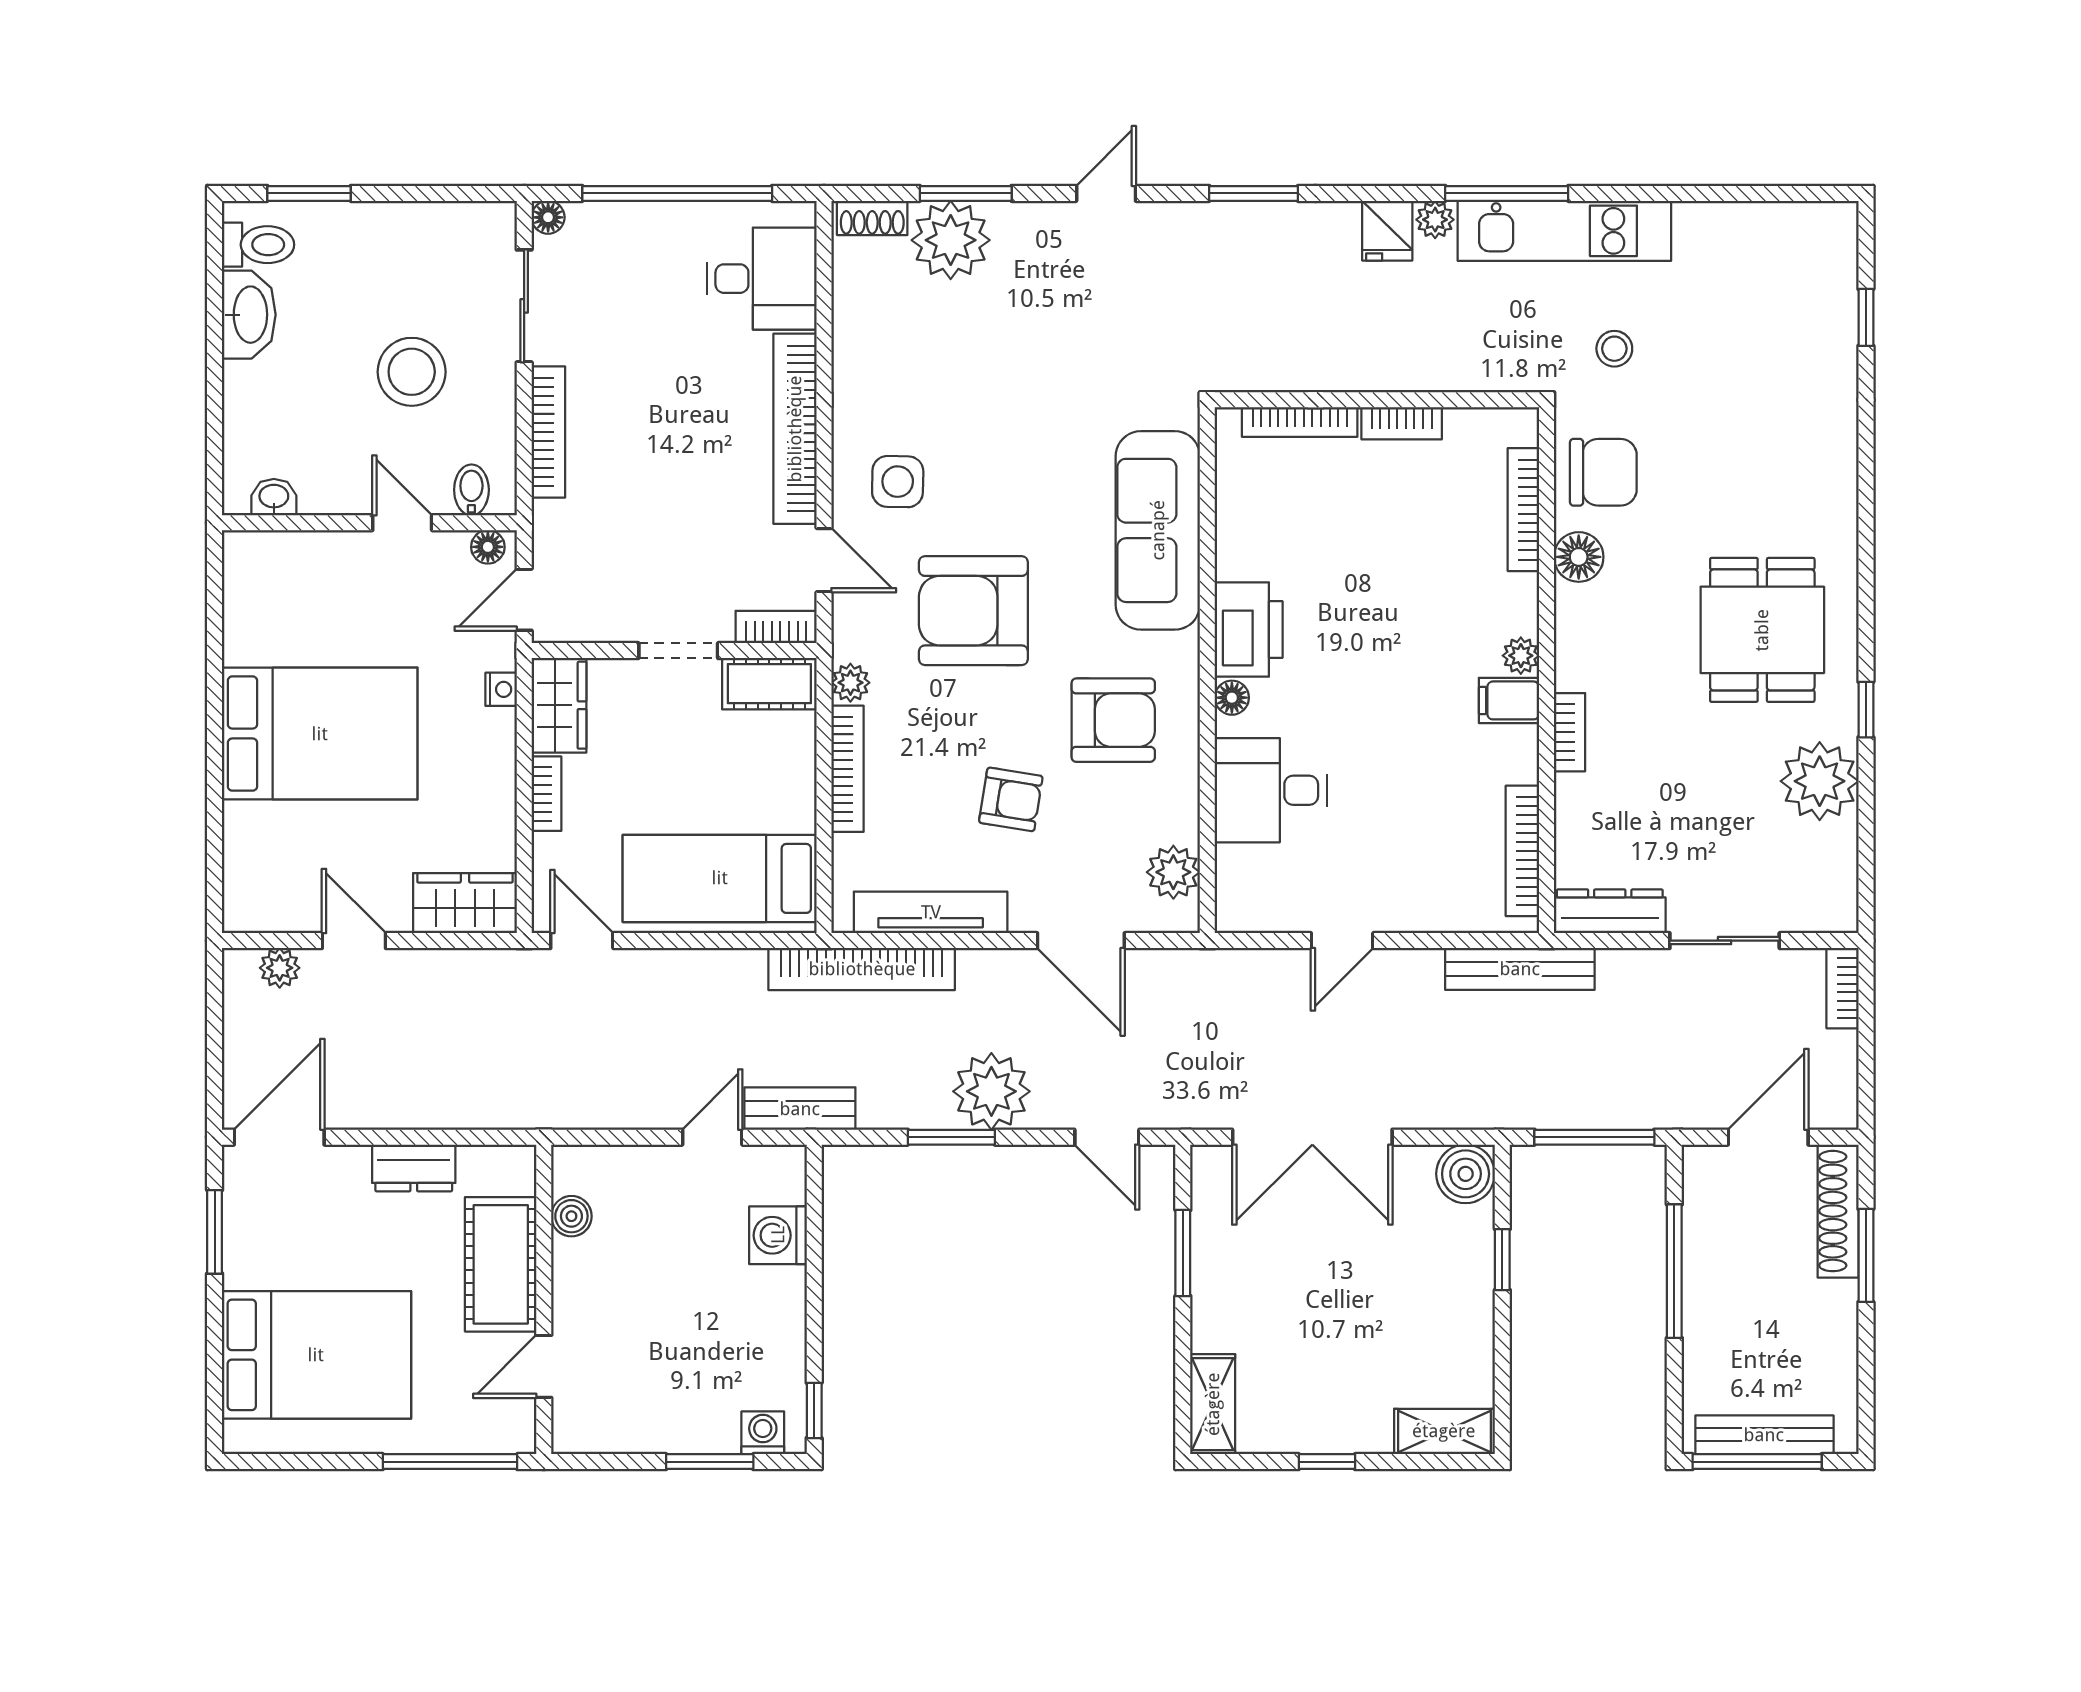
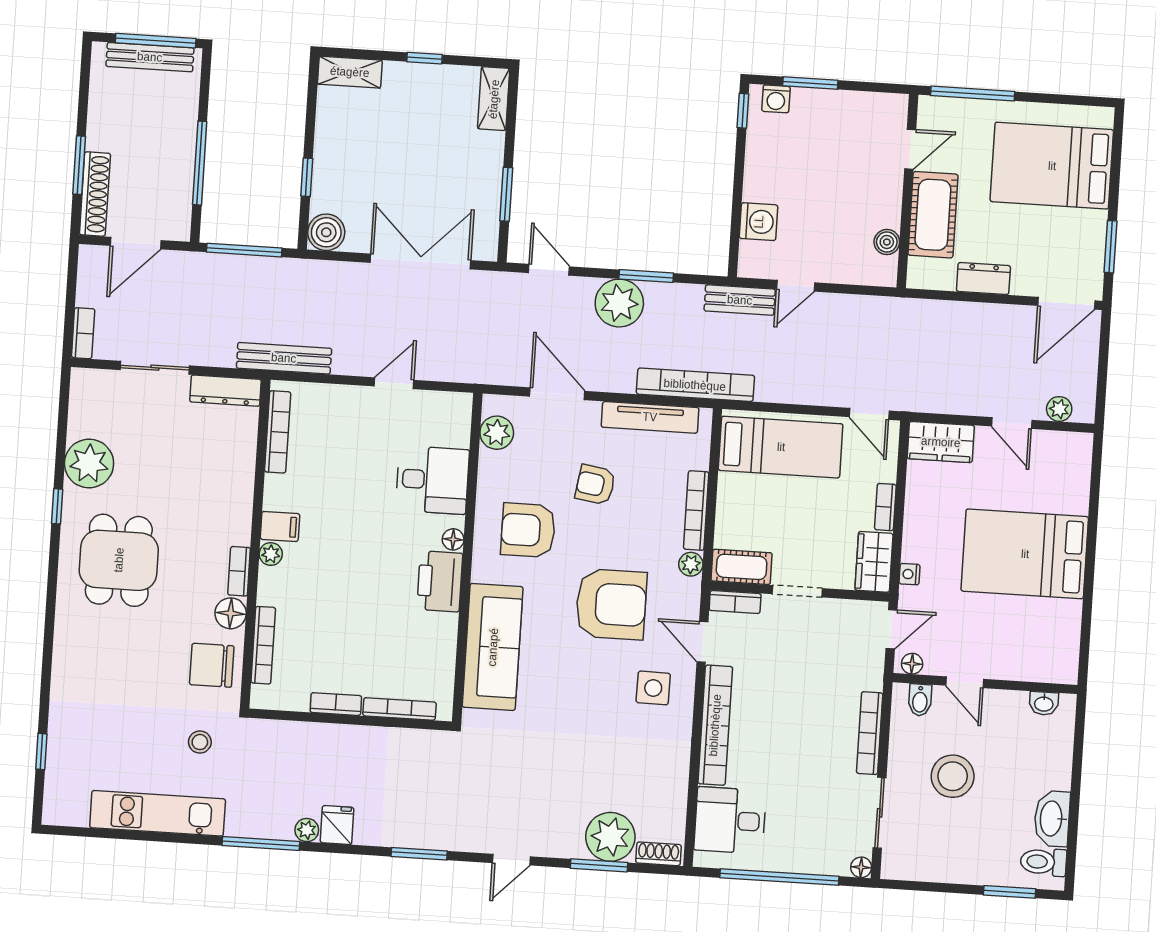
kitchen unit: (1564, 231) -> (158, 813), moved
bookcase: (1570, 732) -> (239, 571), moved

